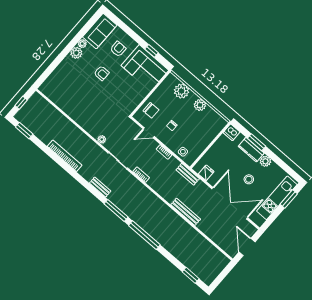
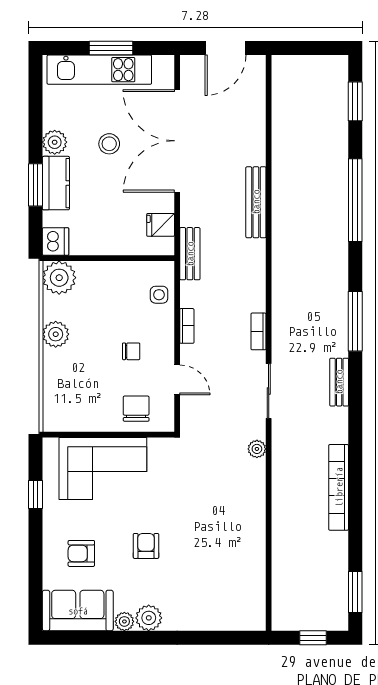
corner sofa: (145, 68) -> (103, 468), moved, turned 90
plant: (182, 91) -> (59, 278), moved
window: (289, 199) -> (111, 48), moved
window: (144, 235) -> (355, 200), moved

